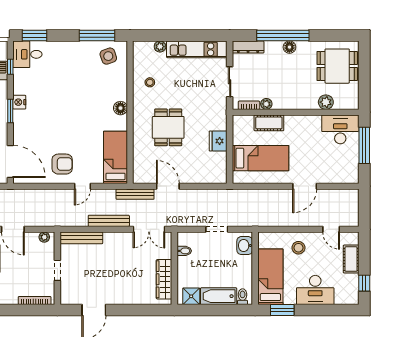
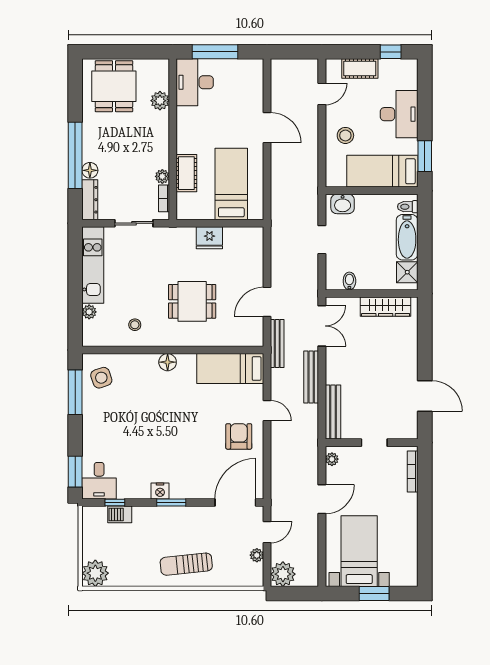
floor lamp: (289, 47) -> (90, 170), moved

